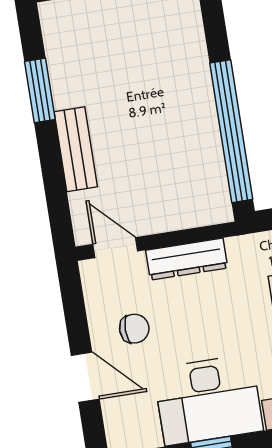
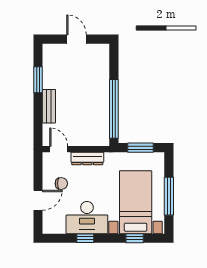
door: (85, 377) -> (38, 200), hinge flipped

